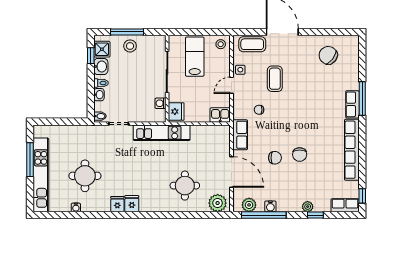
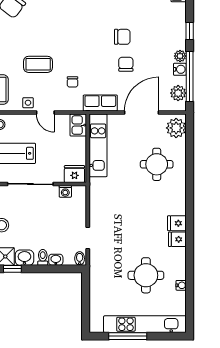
kitchen unit: (162, 133) -> (98, 145), moved
plant: (308, 207) -> (180, 56), moved
window: (315, 215) -> (190, 31), moved

